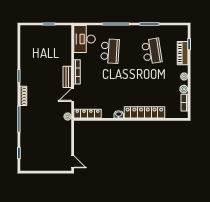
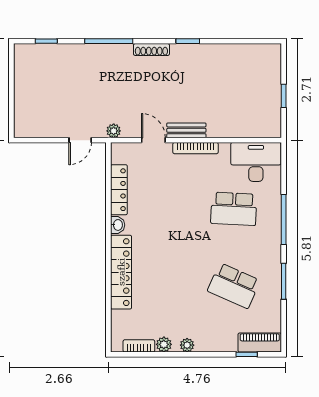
school desk: (152, 51) -> (234, 286), turned 33
piano: (183, 53) -> (260, 343), moved
locker: (87, 114) -> (119, 190), moved
door: (73, 162) -> (80, 140), moved

